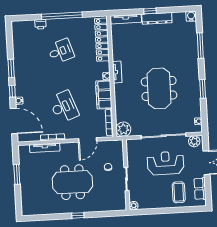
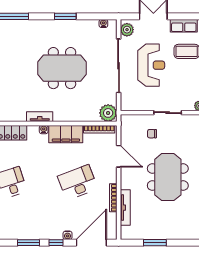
reception desk: (166, 163) -> (151, 65), turned 180

